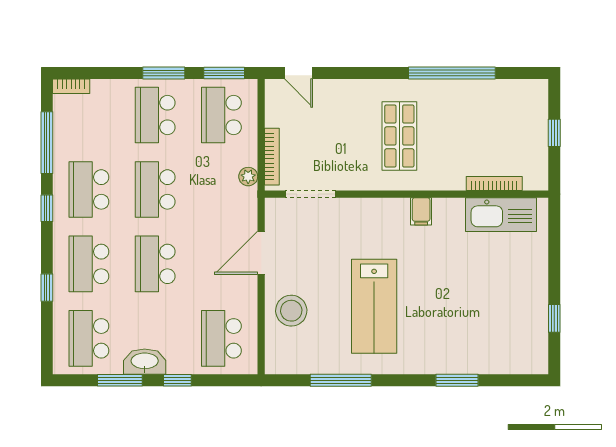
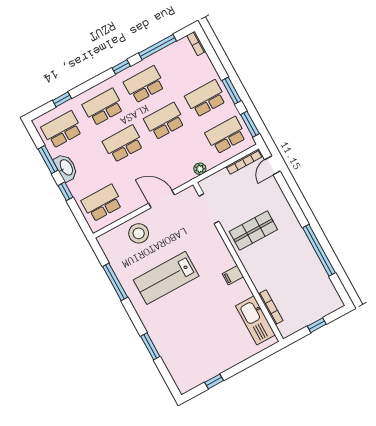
shop shelf: (399, 136) -> (253, 230), moved
bookcase: (272, 157) -> (244, 162), moved
window: (47, 288) -> (62, 99), moved

